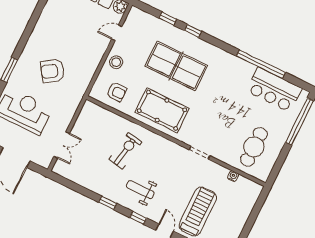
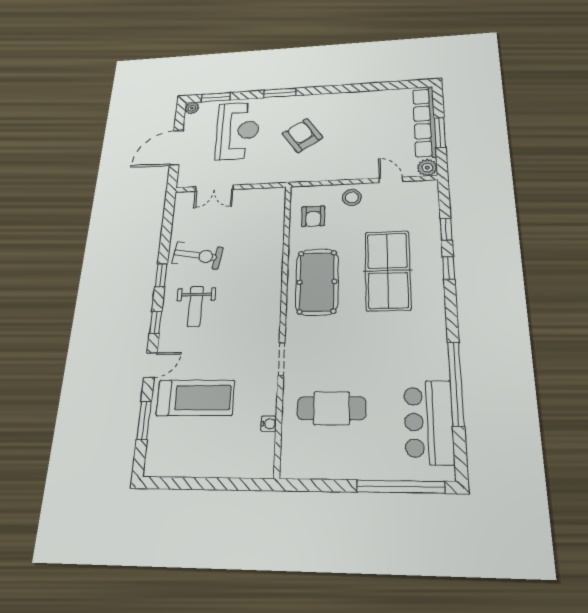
cafe table: (254, 147) -> (331, 408), moved
exercise bike: (125, 151) -> (197, 255), moved
weight bench: (140, 190) -> (195, 306), turned 180

